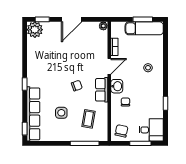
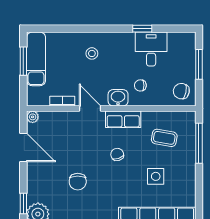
door: (72, 19) -> (23, 147), moved
chair: (58, 58) -> (78, 182), added
desk: (151, 130) -> (151, 49), moved

